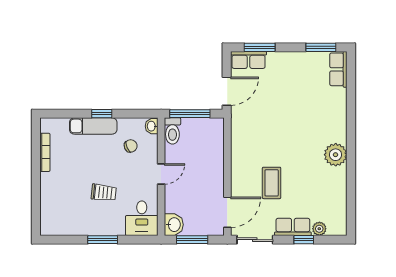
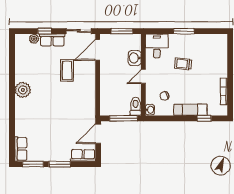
window: (260, 47) -> (60, 164), moved
window: (102, 114) -> (204, 118), moved
washbasin: (174, 225) -> (135, 58), moved

